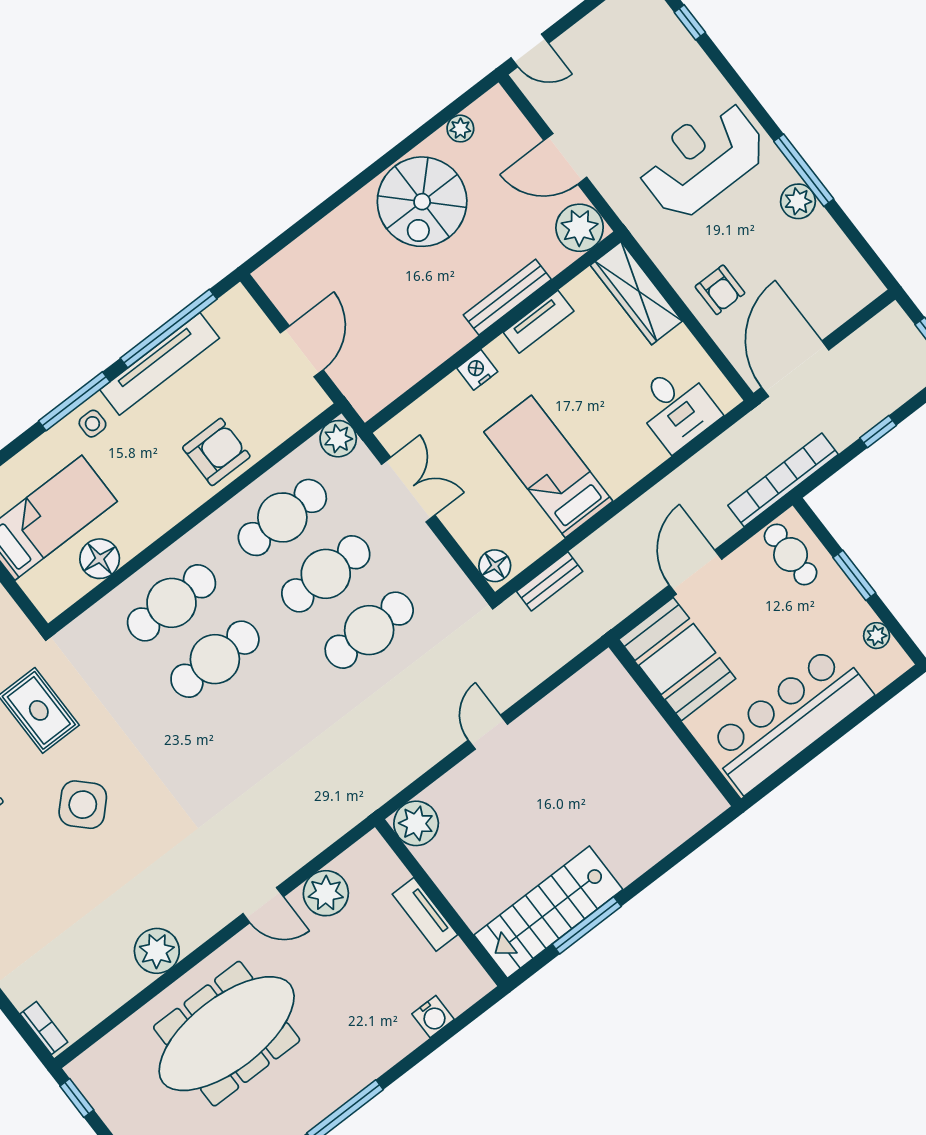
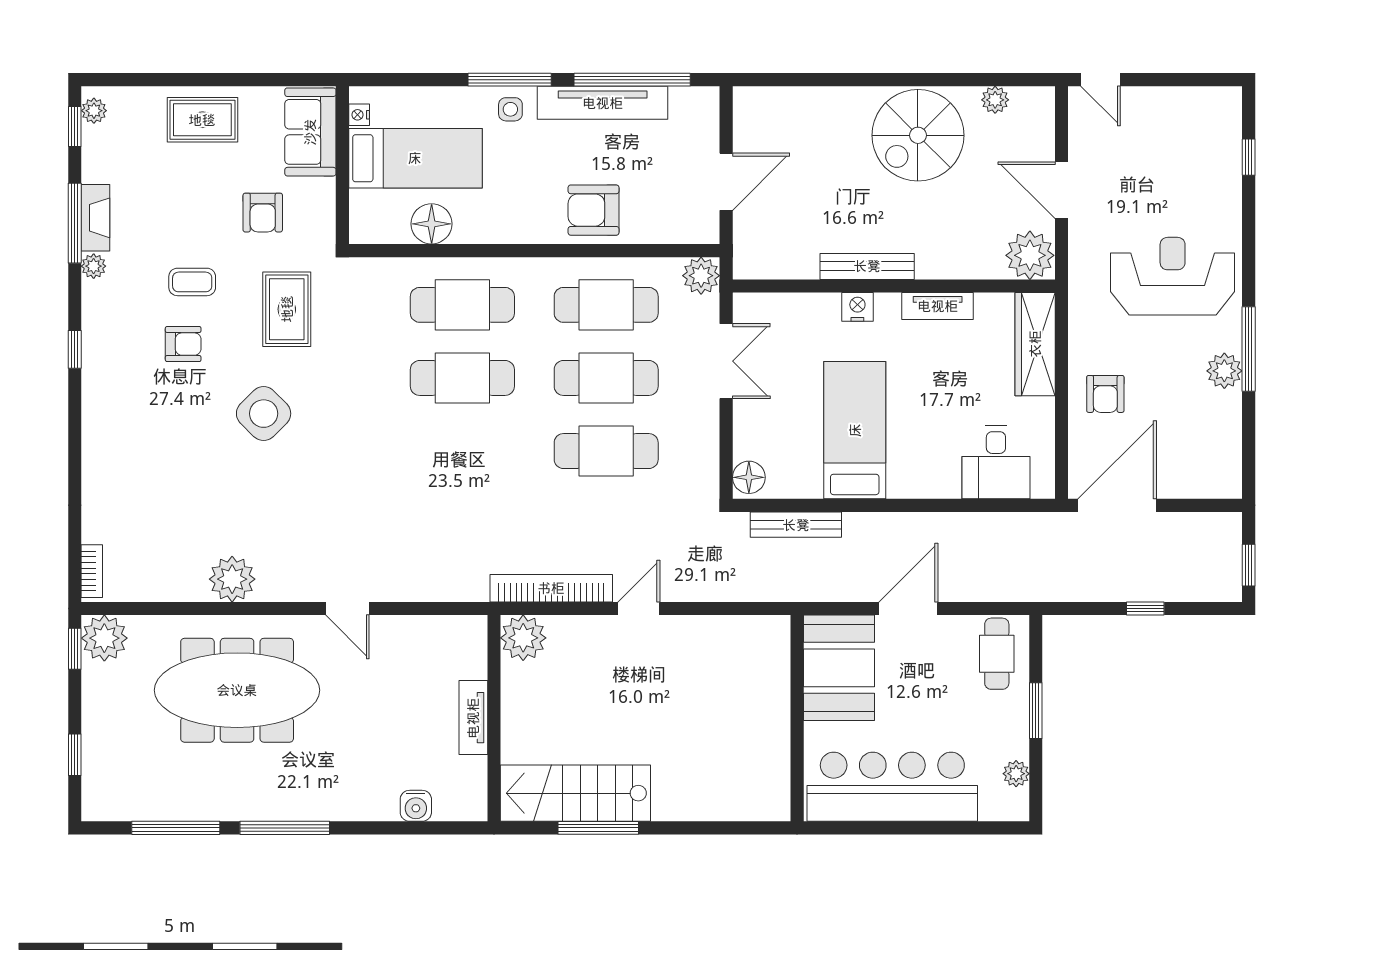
bench: (507, 297) -> (867, 266), moved
armchair: (216, 452) -> (594, 210), turned 180
bookcase: (783, 480) -> (551, 588), moved
bench: (550, 581) -> (796, 525), width x1.36
plant: (326, 893) -> (104, 638), moved

